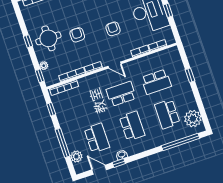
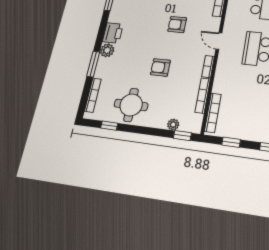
round table: (48, 38) -> (131, 105), moved
window: (28, 41) -> (109, 126), moved
door: (115, 65) -> (219, 41), swing flipped

